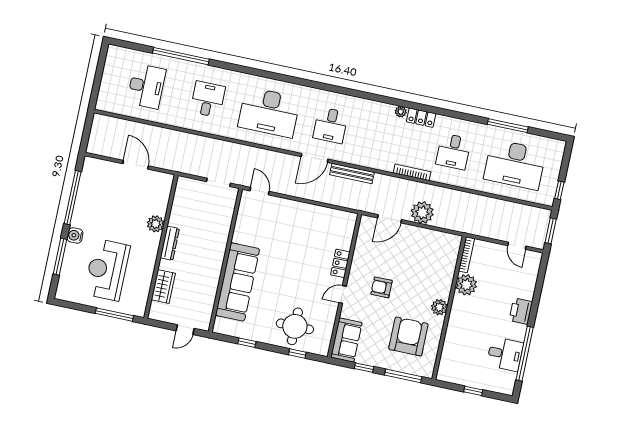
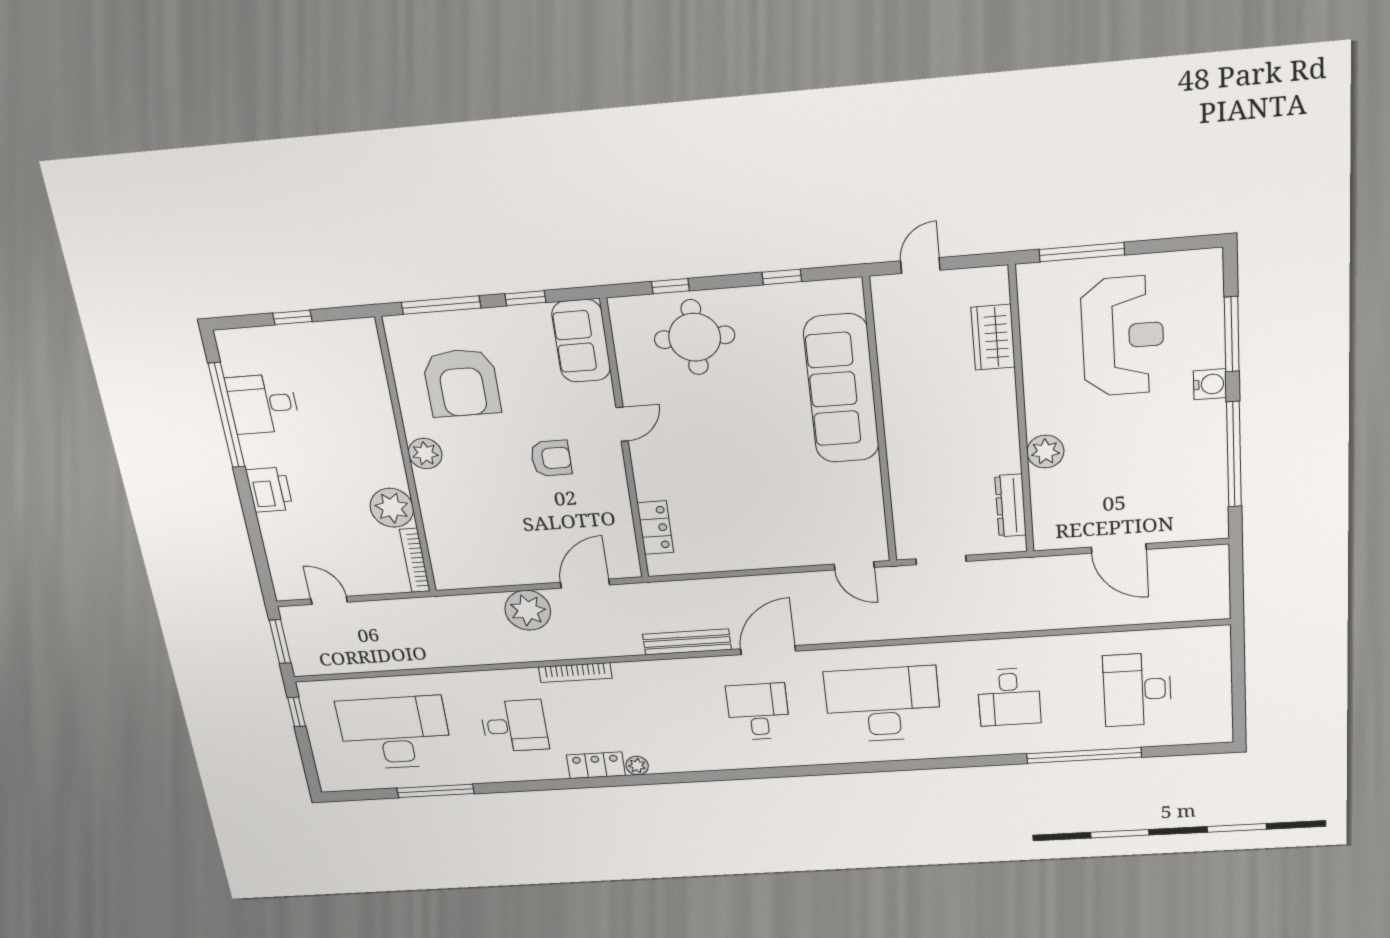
desk: (453, 151) -> (514, 726), turned 90
dresser: (170, 243) -> (1011, 506), moved
locker: (340, 263) -> (655, 528), moved

